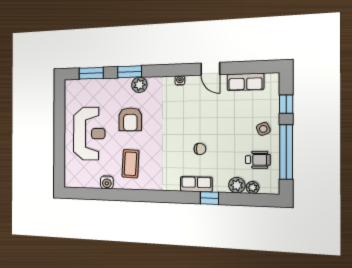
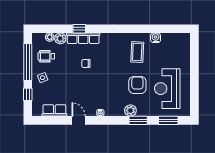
reception desk: (89, 134) -> (167, 89), moved
row of seats: (196, 184) -> (83, 38), width x1.48

